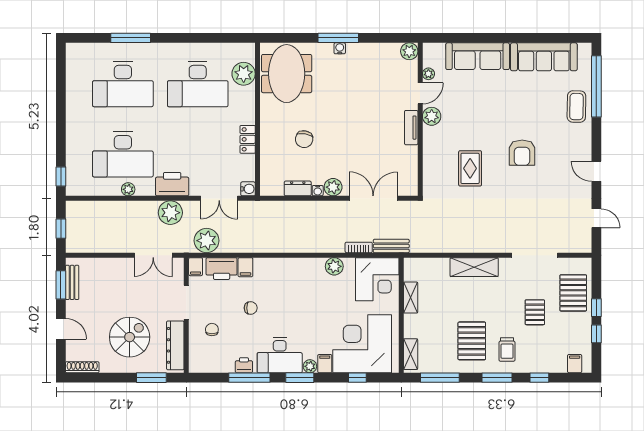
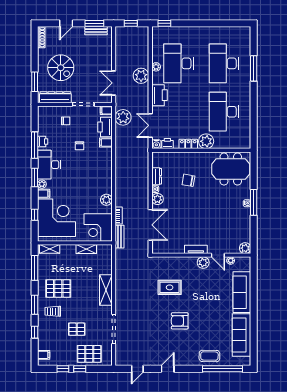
plant: (244, 74) -> (206, 141), moved
printer: (247, 172) -> (167, 144), added
plant: (170, 213) -> (141, 76), moved

